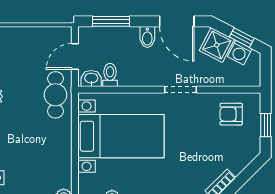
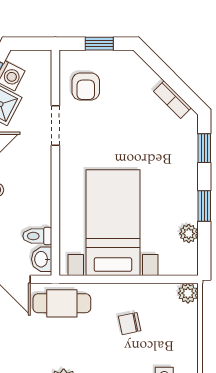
doorway: (180, 90) -> (55, 125), moved
chair: (39, 150) -> (130, 324), added

